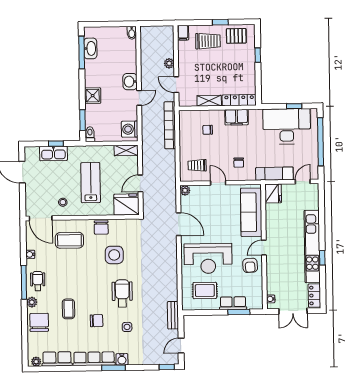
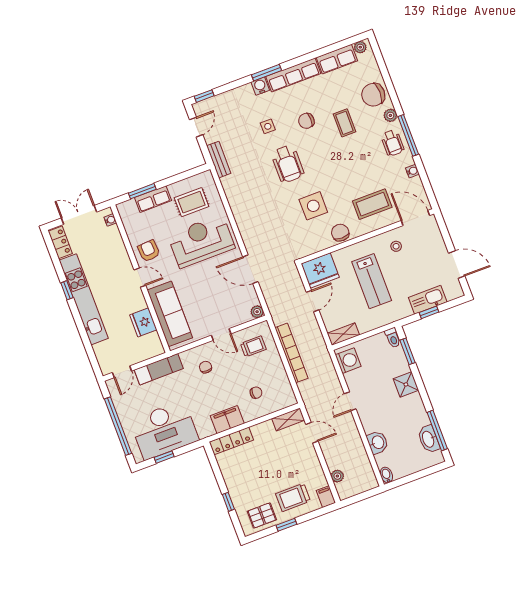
plant: (169, 63) -> (337, 476), moved
washbasin: (130, 82) -> (377, 442), moved
shelving: (209, 101) -> (288, 419), moved
bookcase: (170, 125) -> (292, 353), moved
fridge: (273, 193) -> (143, 322), moved
door: (264, 248) -> (140, 278), hinge flipped
chair: (39, 322) -> (373, 95), turned 90

